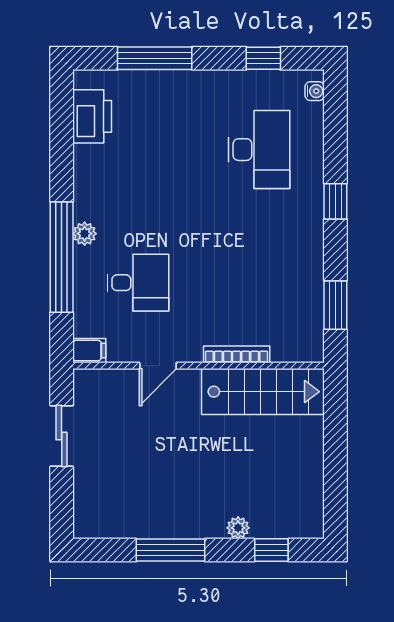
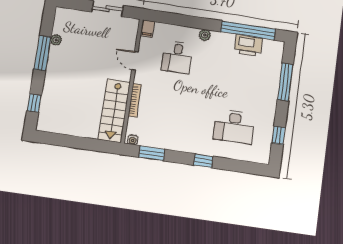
water cooler: (315, 91) -> (133, 140), moved
printer: (92, 116) -> (248, 45), moved
window: (62, 257) -> (248, 30), moved
plant: (238, 528) -> (56, 40), moved

